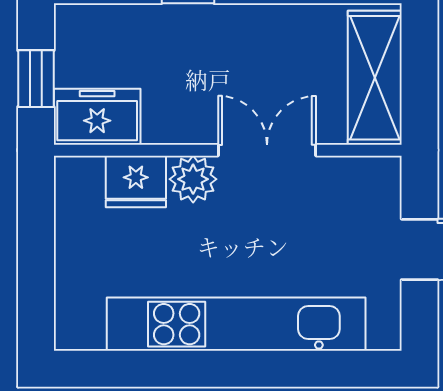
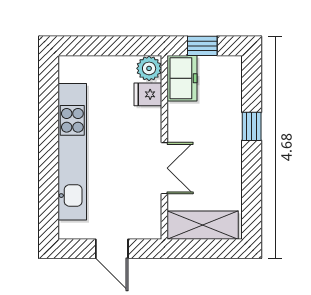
plant: (193, 179) -> (149, 68), moved
fridge: (136, 181) -> (148, 94), width x0.72

